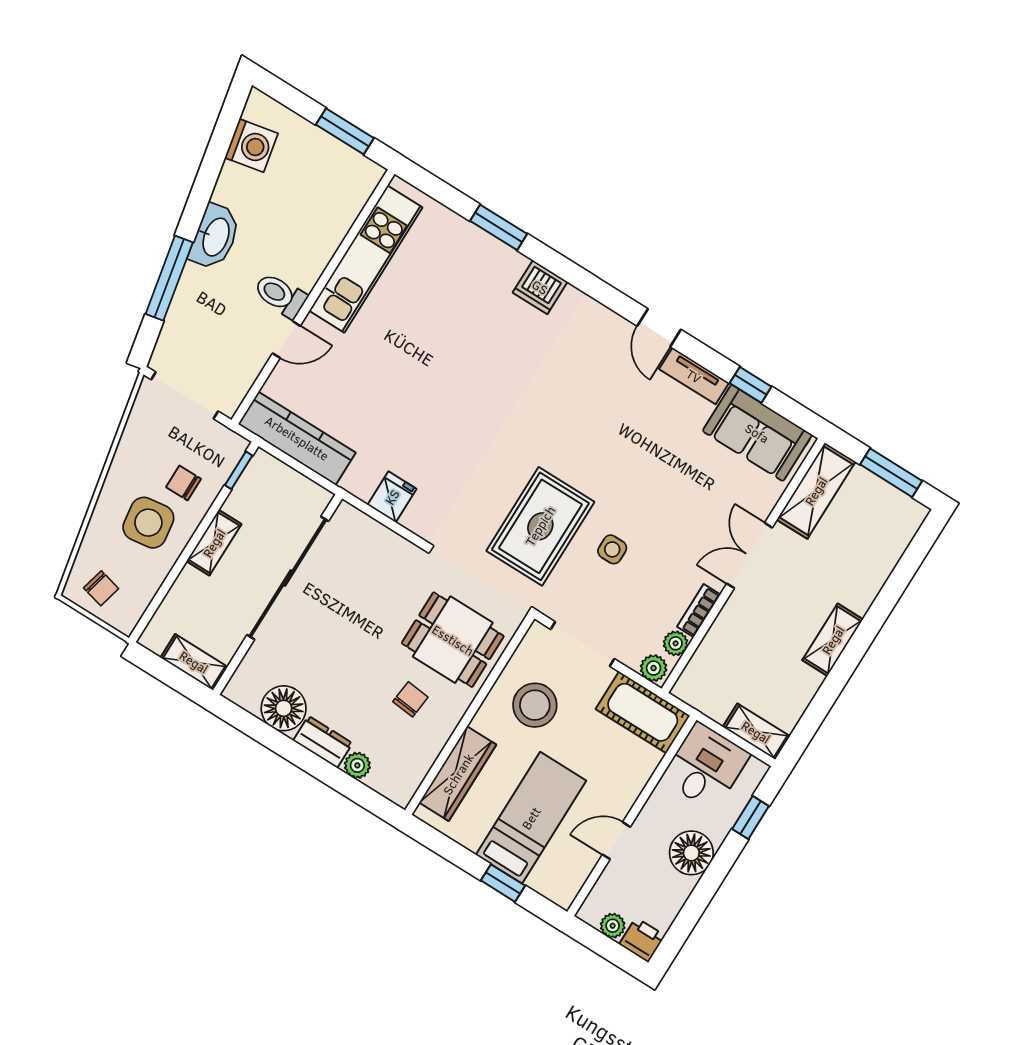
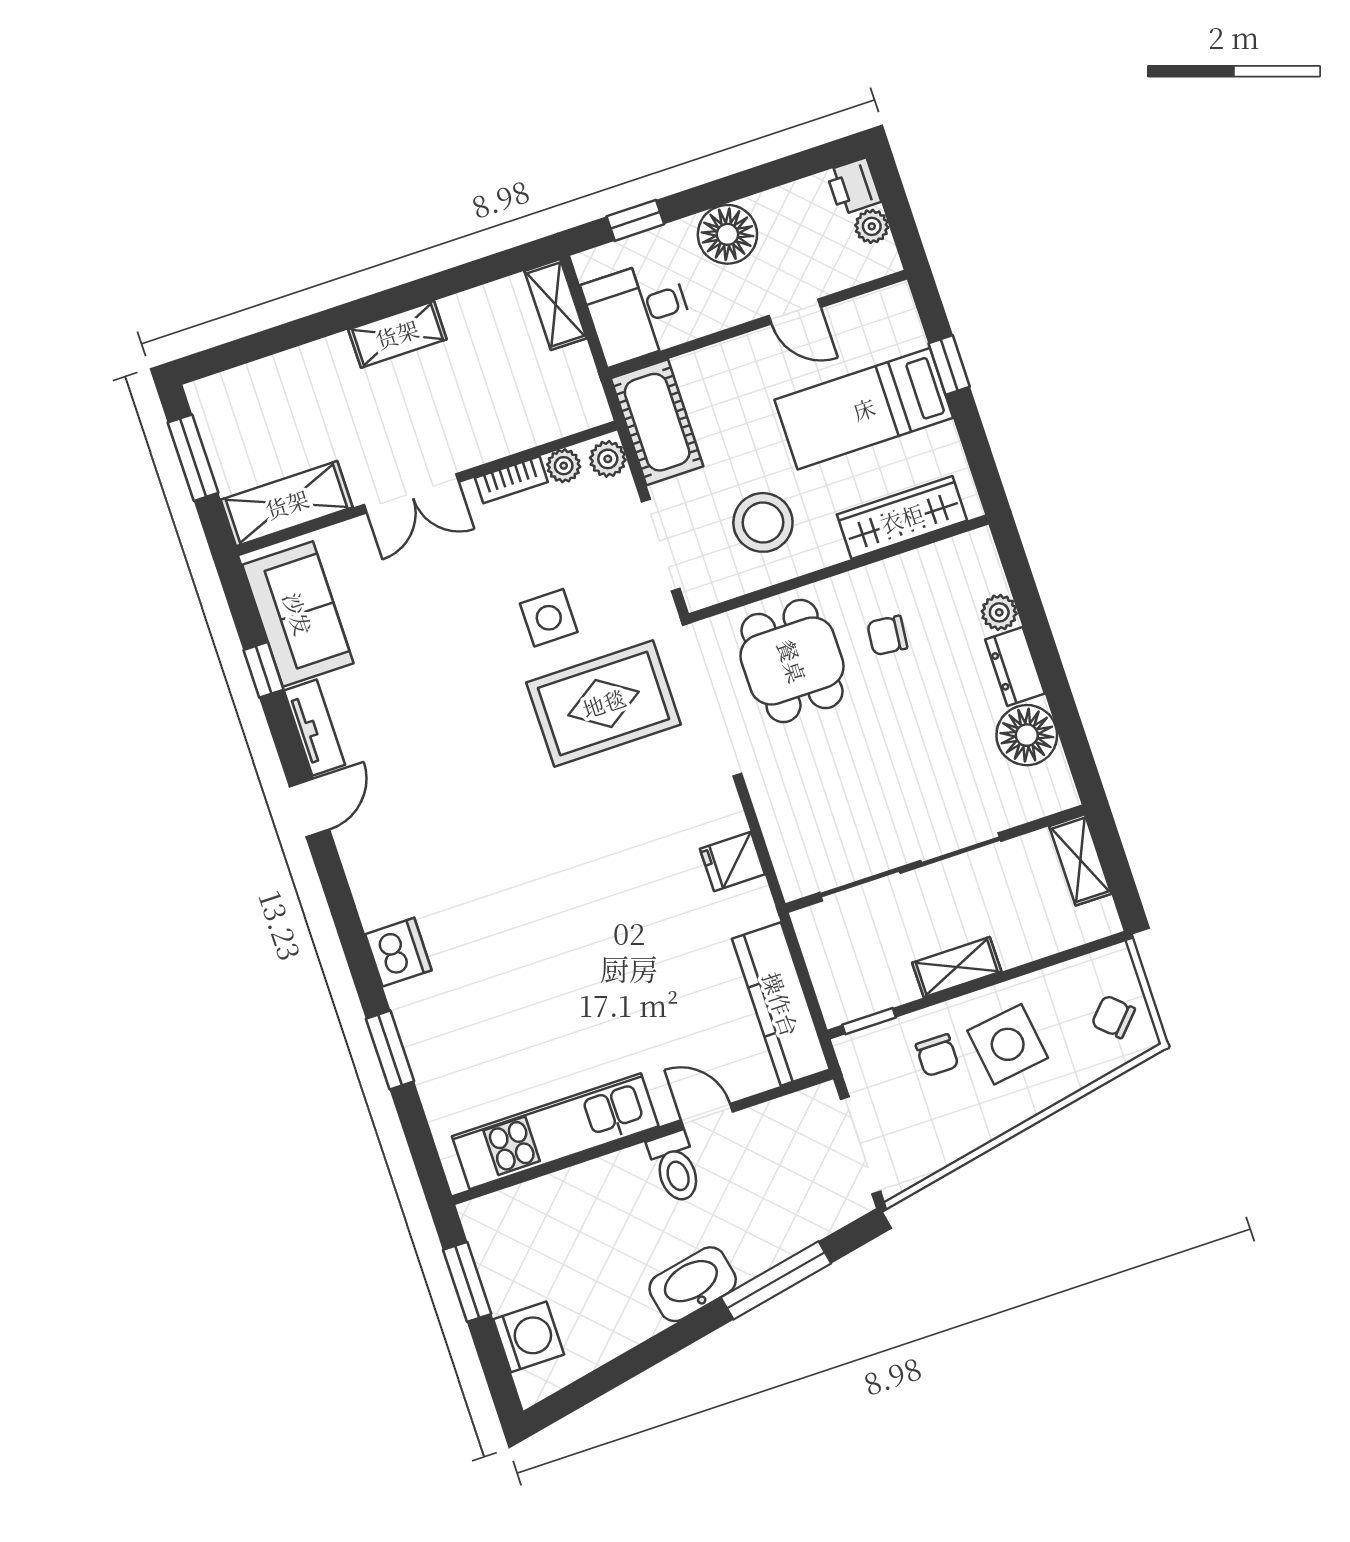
washing machine: (251, 146) -> (529, 1337), moved, turned 101
side table: (612, 549) -> (549, 618), width x1.37, depth x1.37
chair: (101, 588) -> (1113, 1017), turned -61

